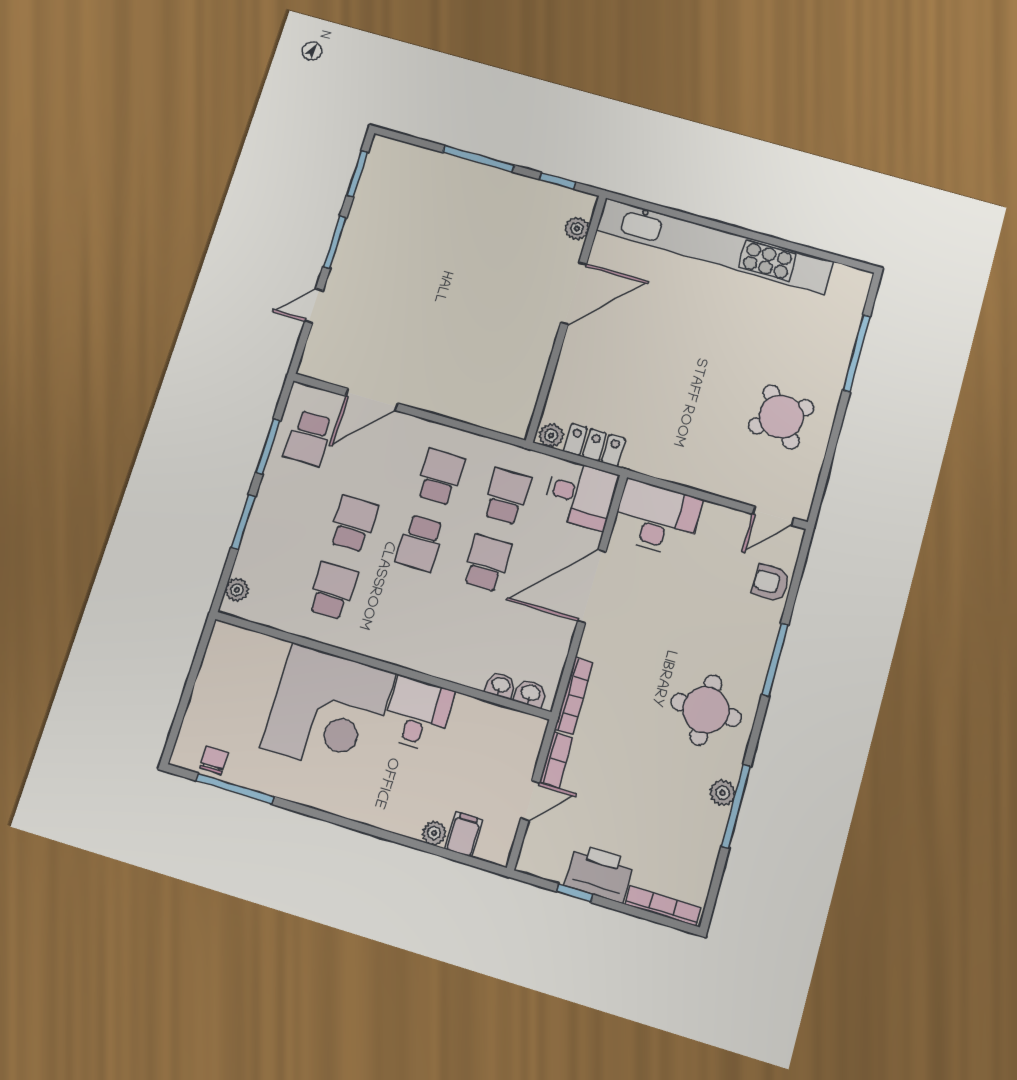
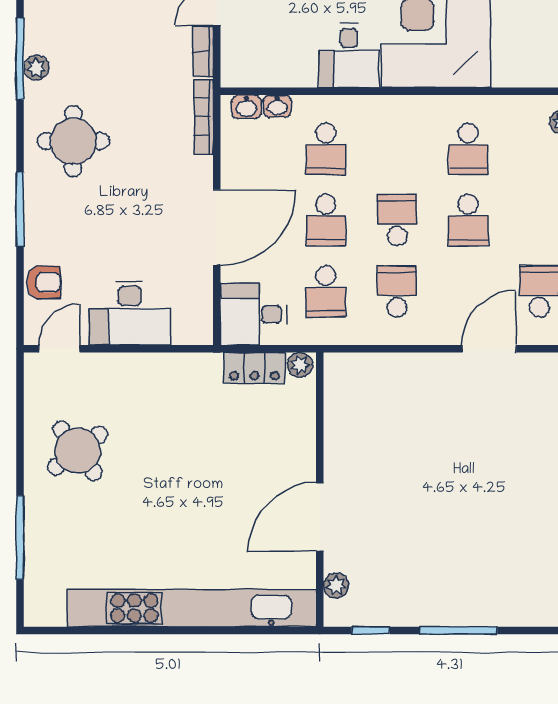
school desk: (440, 477) -> (397, 291), turned 180
desk: (657, 518) -> (130, 313), moved
school desk: (467, 630) -> (326, 149), added

